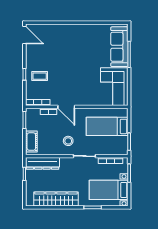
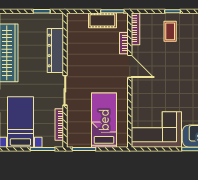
door: (66, 107) -> (130, 66), swing flipped
stool: (68, 141) -> (85, 69), removed
cot: (31, 142) -> (102, 20), moved
dresser: (42, 163) -> (55, 50), moved

